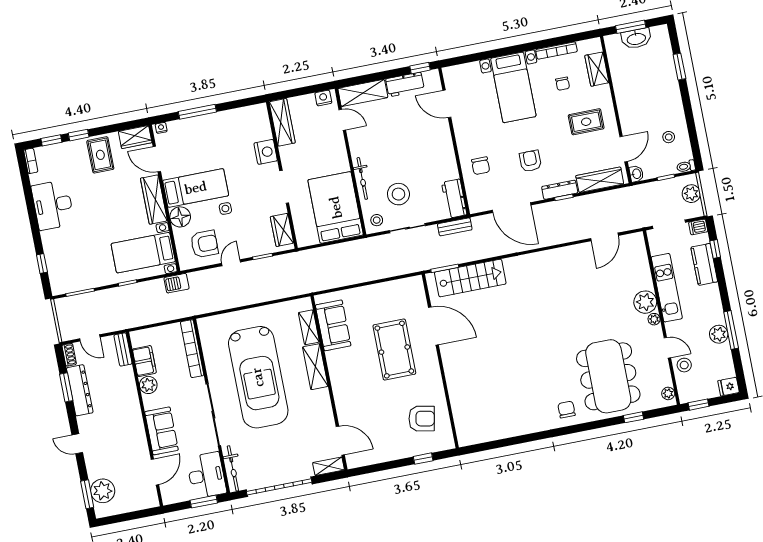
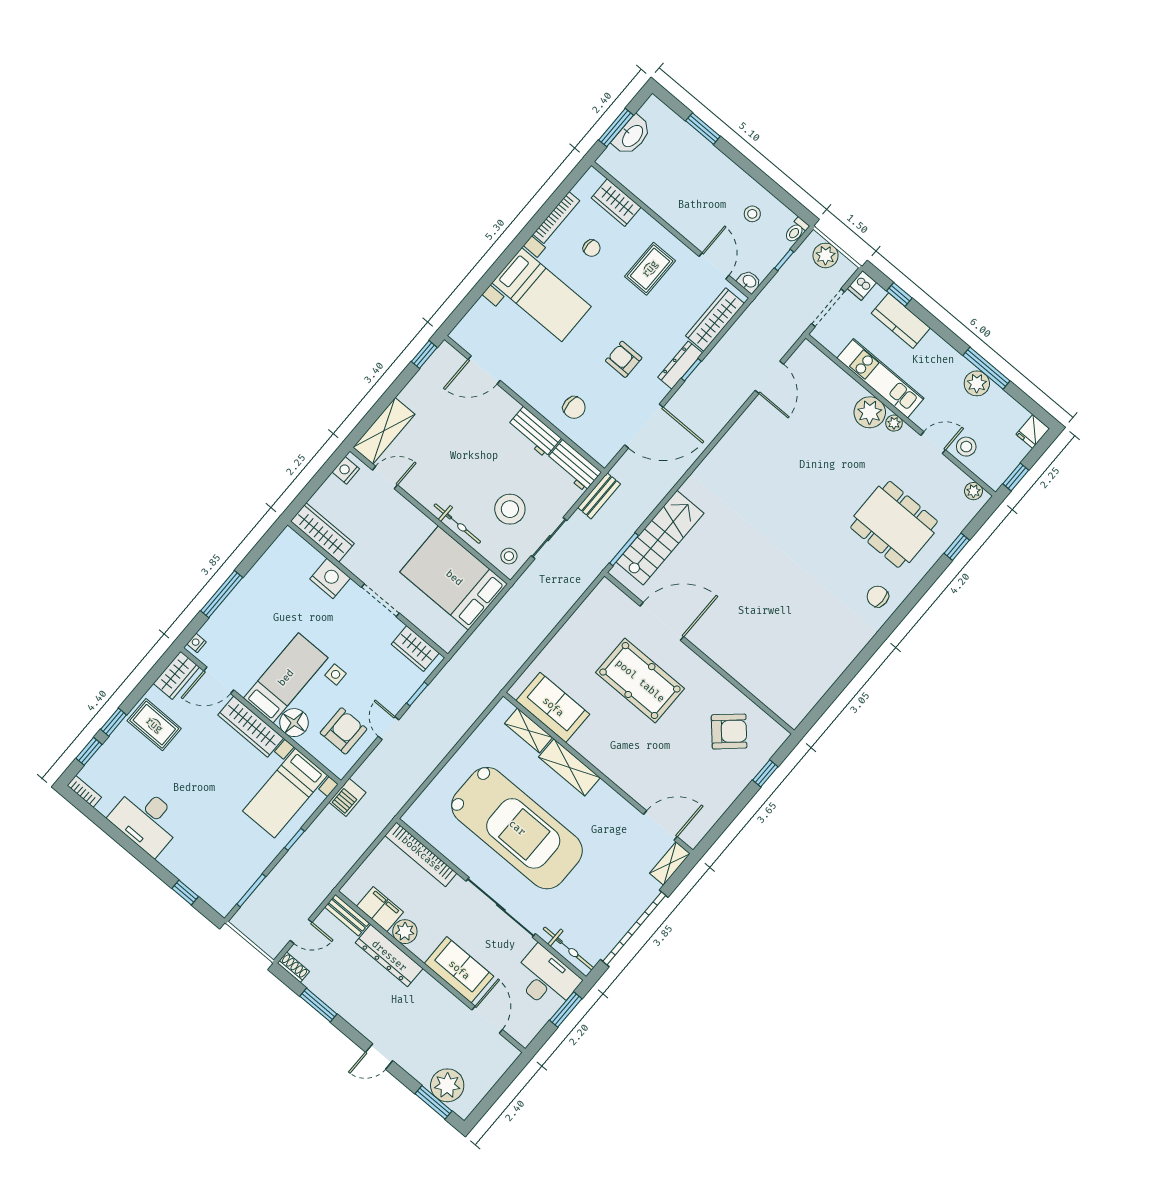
workbench: (405, 84) -> (534, 432), moved, turned 90
dining table: (608, 376) -> (894, 524), width x0.73, depth x0.80
dresser: (80, 390) -> (389, 956), moved, turned 180
armchair: (422, 419) -> (729, 731), turned 37

